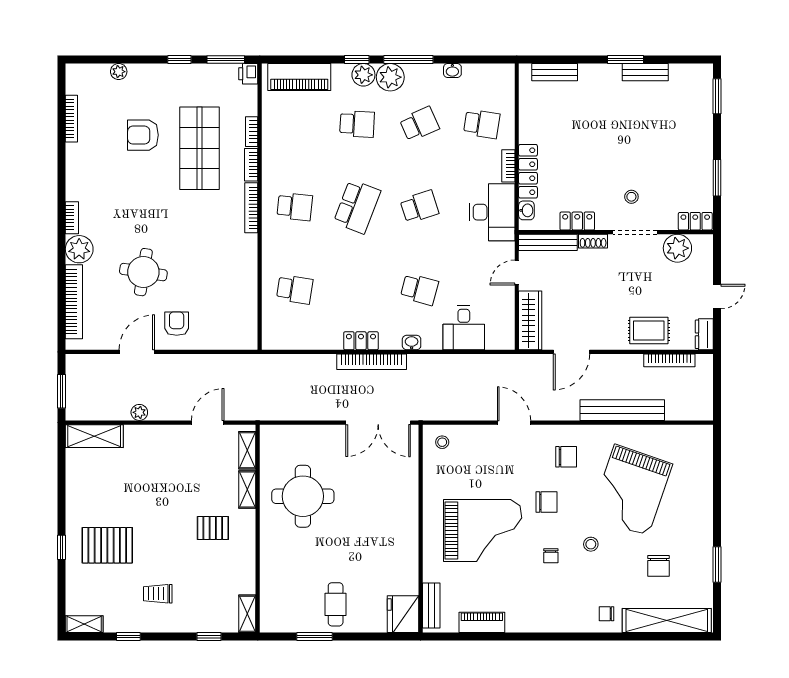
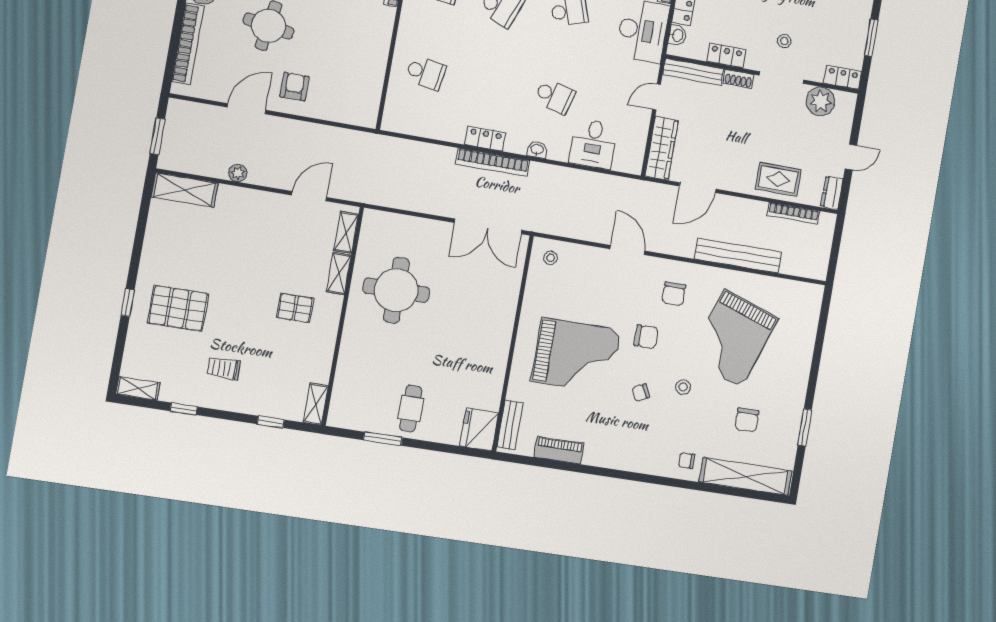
chair: (566, 457) -> (674, 294), turned 90
chair: (551, 556) -> (641, 393), turned 64

